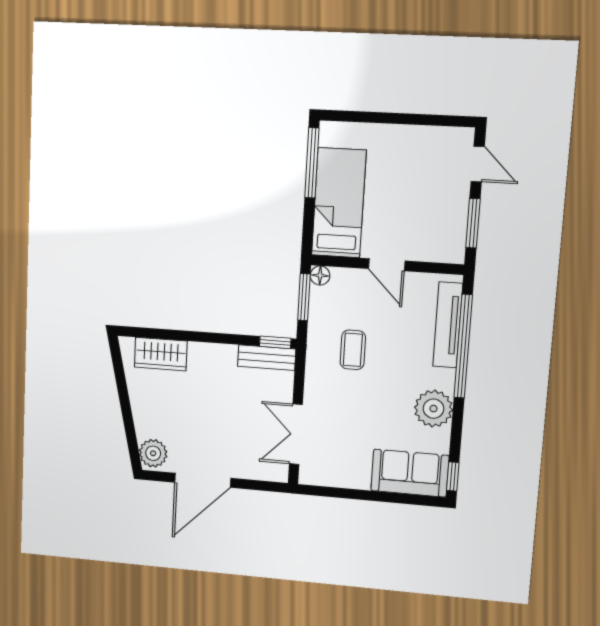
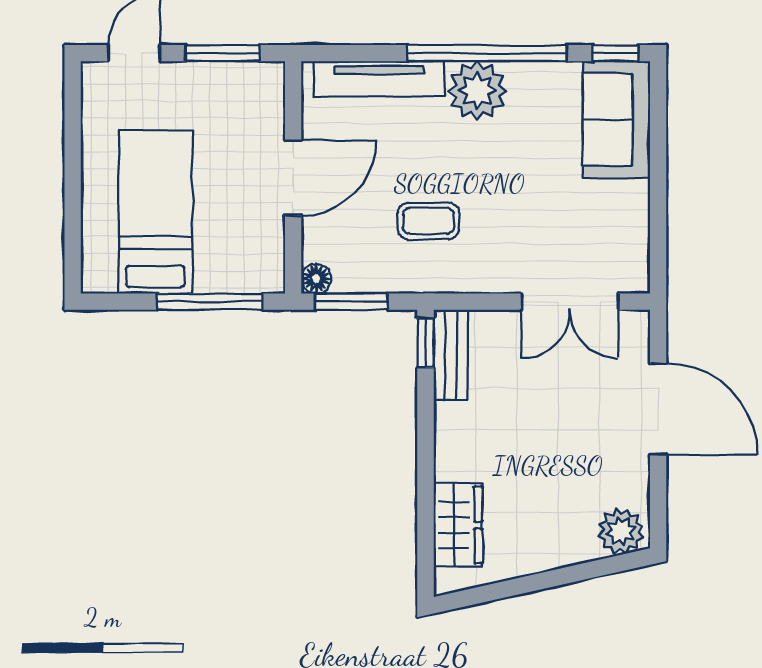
window: (312, 163) -> (210, 302), moved
bed: (339, 203) -> (155, 212), moved, turned 90
door: (387, 265) -> (293, 178), width x1.38
window: (463, 346) -> (487, 53), moved
plant: (433, 409) -> (477, 91), moved
door: (203, 480) -> (658, 409), moved

